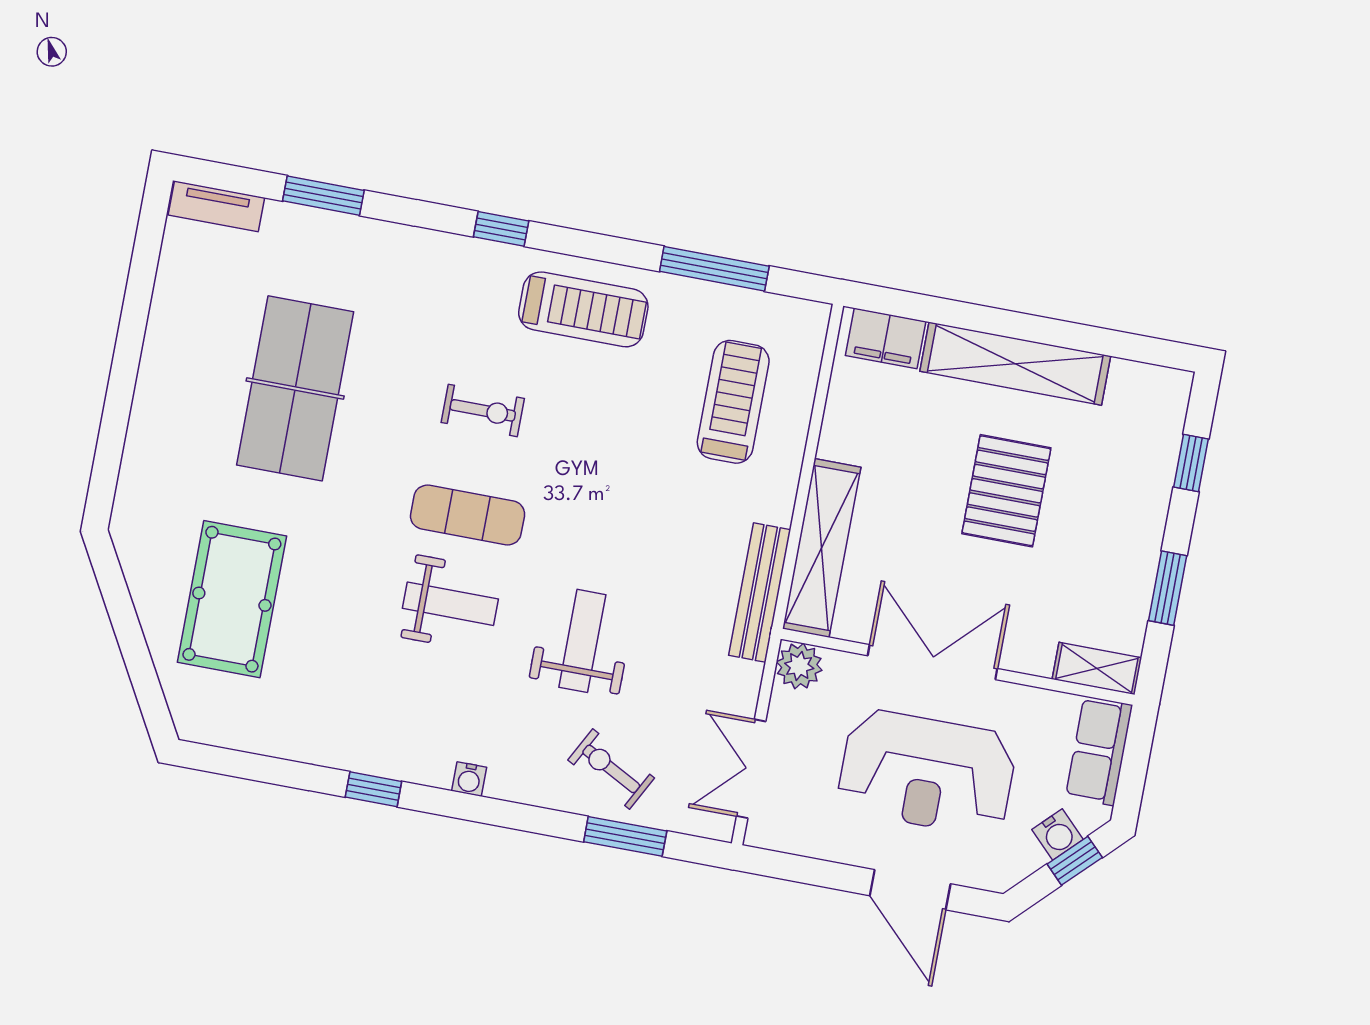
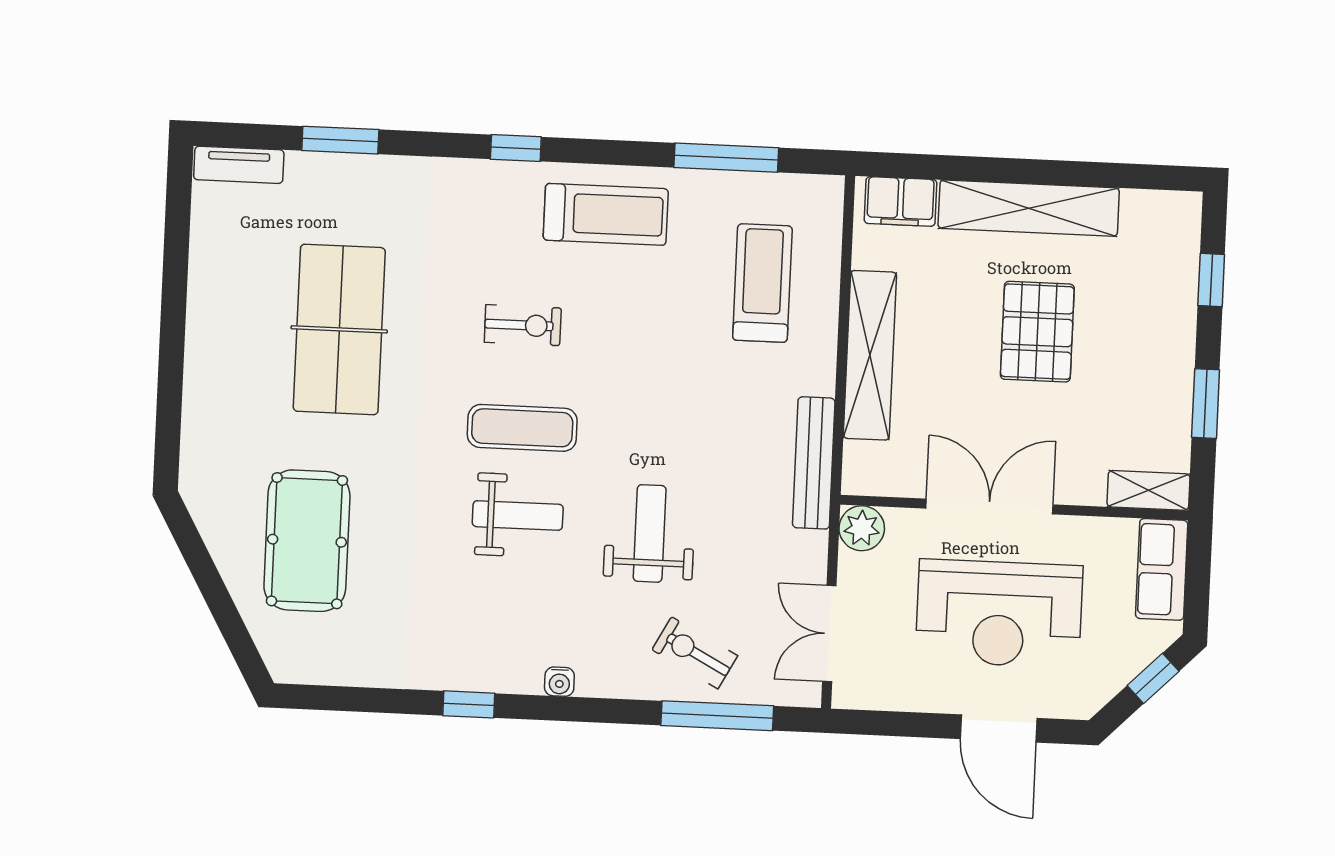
shelving: (822, 548) -> (870, 355), moved
water cooler: (1058, 835) -> (1133, 655), removed
window: (625, 836) -> (717, 716), width x1.44

